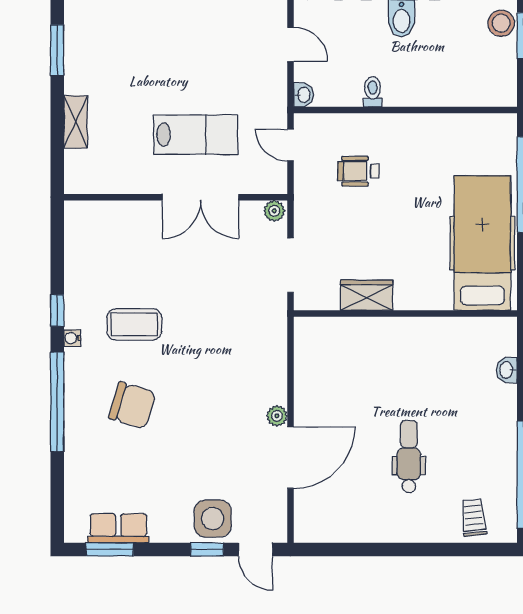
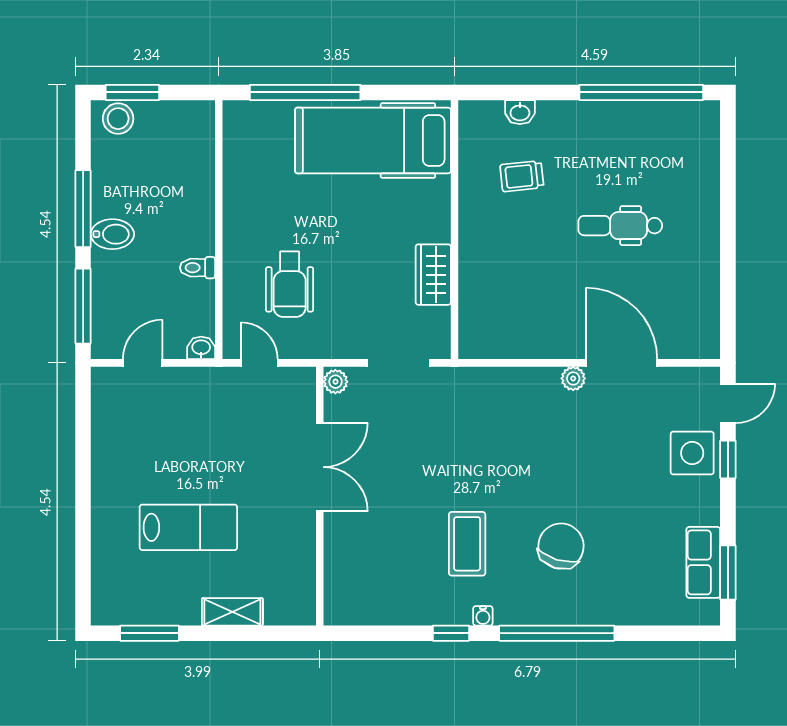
lab bench: (196, 135) -> (188, 527), moved, turned 90
door: (290, 145) -> (259, 363), swing flipped
wheelchair: (358, 171) -> (290, 284), width x1.36, depth x1.37
trolley: (474, 517) -> (522, 176), moved

